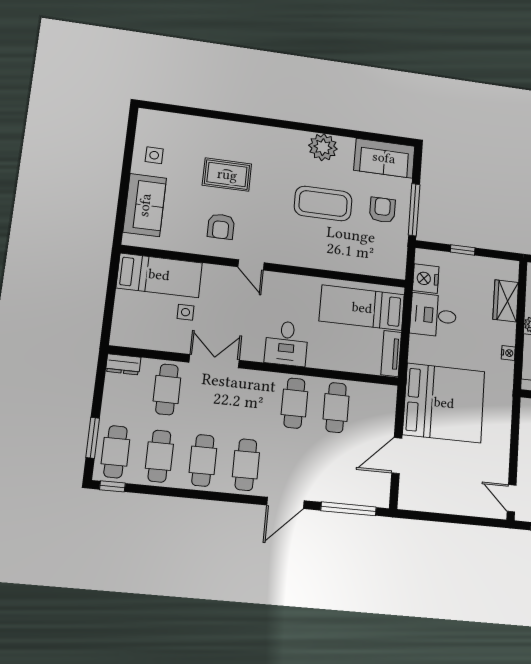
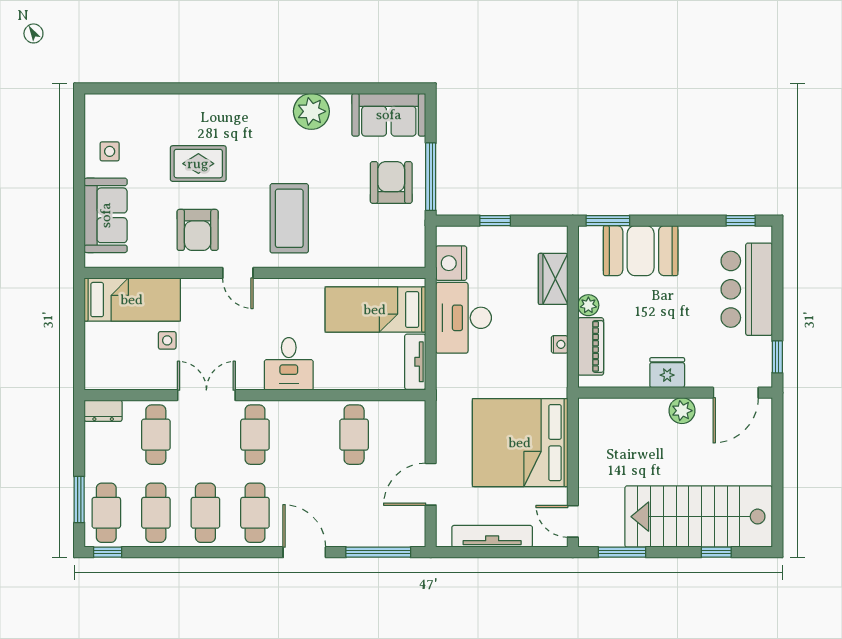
coffee table: (323, 203) -> (289, 218), moved, turned 90
armchair: (382, 210) -> (391, 182), width x1.38, depth x1.38
armchair: (221, 226) -> (198, 230), width x1.38, depth x1.38
desk: (433, 315) -> (464, 318), width x1.37
cafe table: (294, 403) -> (255, 435), moved
bed: (444, 403) -> (520, 443), moved, turned 180
door: (285, 503) -> (304, 552), swing flipped
tv unit: (445, 504) -> (492, 536), added

